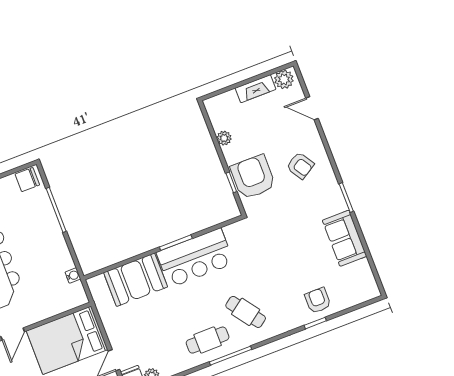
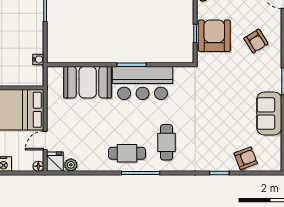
armchair: (318, 300) -> (246, 158), moved, turned 69
cafe table: (246, 312) -> (166, 142), turned 36

